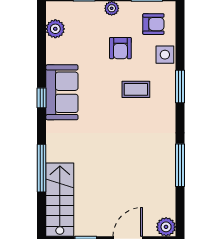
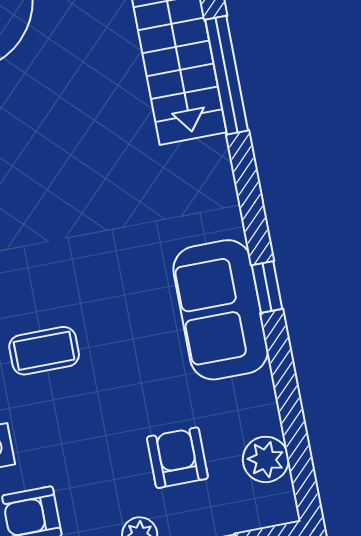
armchair: (120, 48) -> (177, 458), moved
window: (42, 168) -> (227, 75), moved

